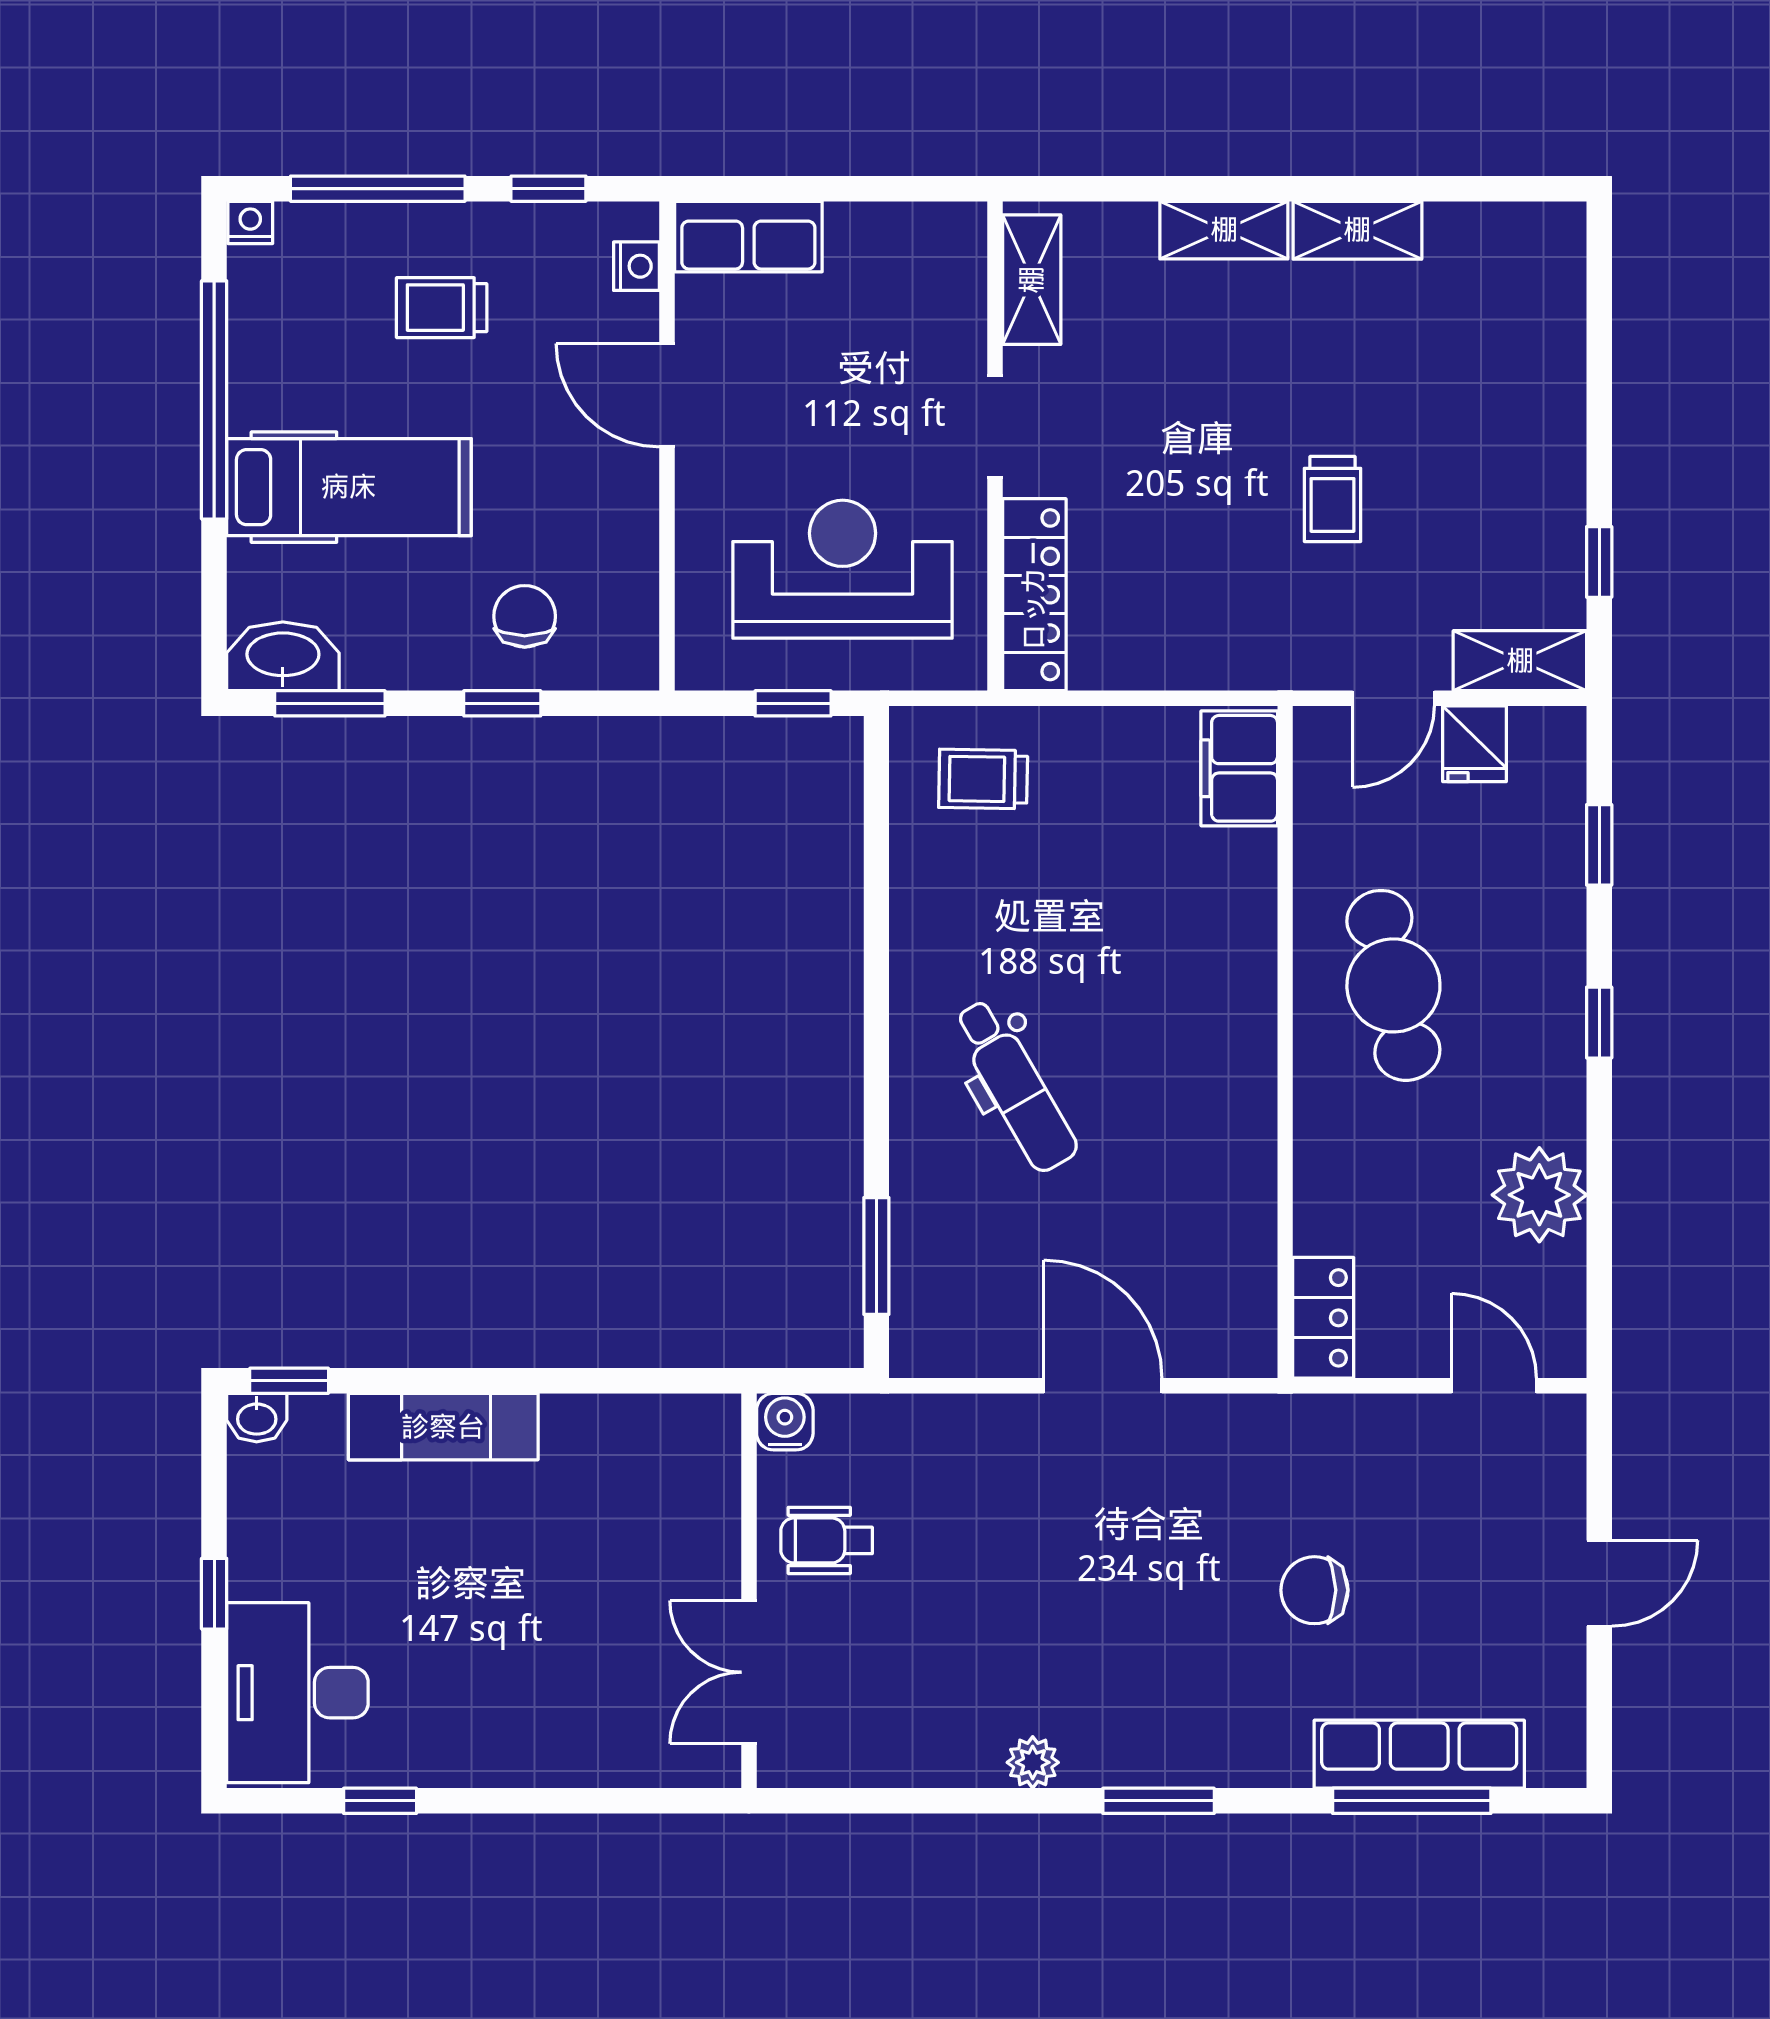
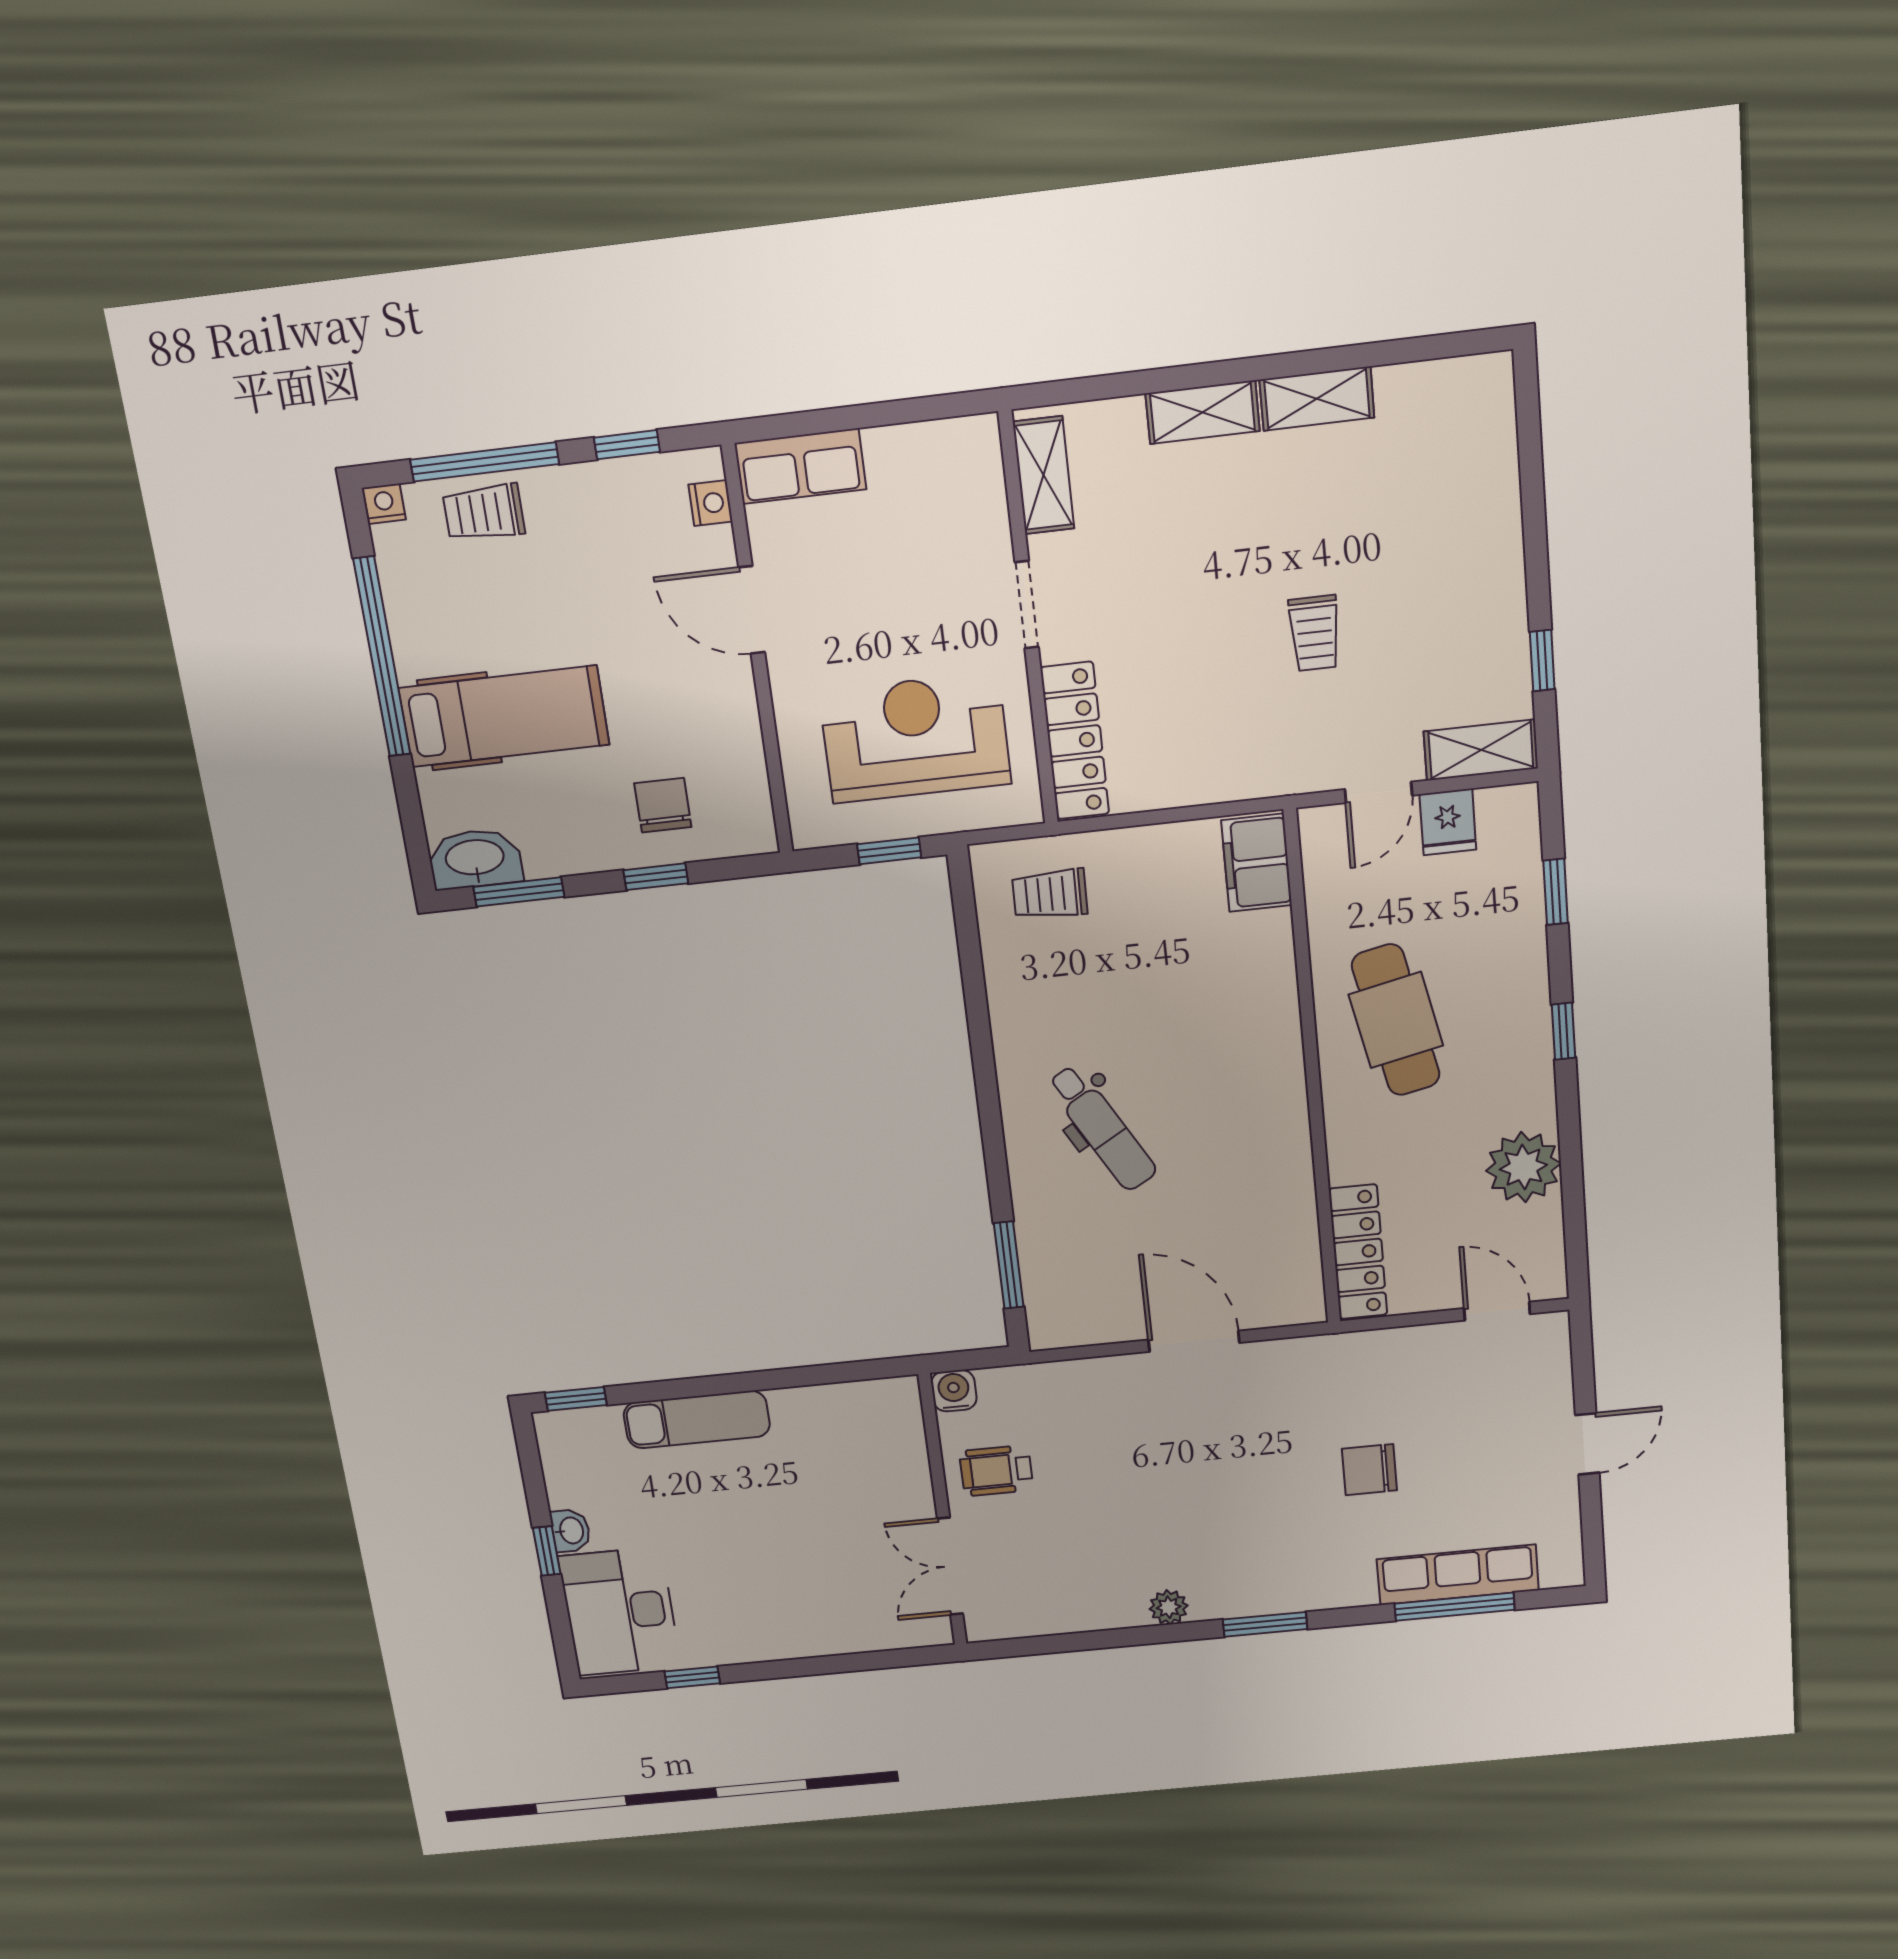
trolley: (442, 308) -> (484, 513), moved
locker: (1323, 1318) -> (1358, 1252), width x1.53
washbasin: (257, 1418) -> (571, 1531), moved, turned -90

